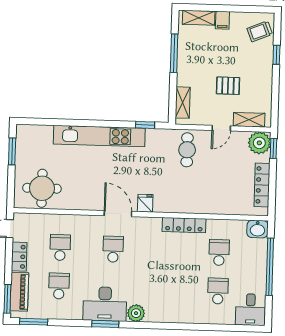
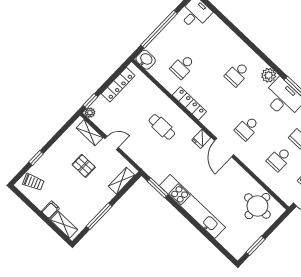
window: (145, 125) -> (158, 188), width x1.50
plant: (259, 143) -> (90, 113), width x0.53, depth x0.53
cafe table: (187, 150) -> (162, 127), moved, turned 90
school desk: (218, 291) -> (237, 74), moved

